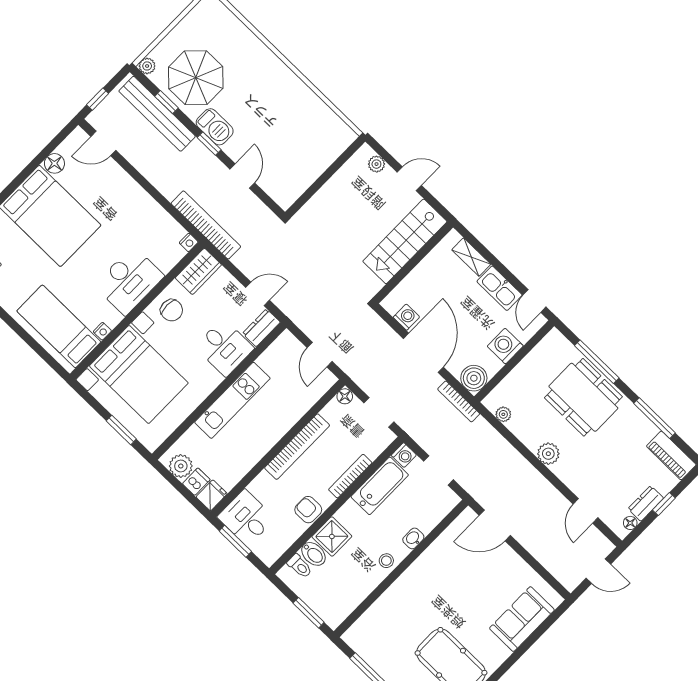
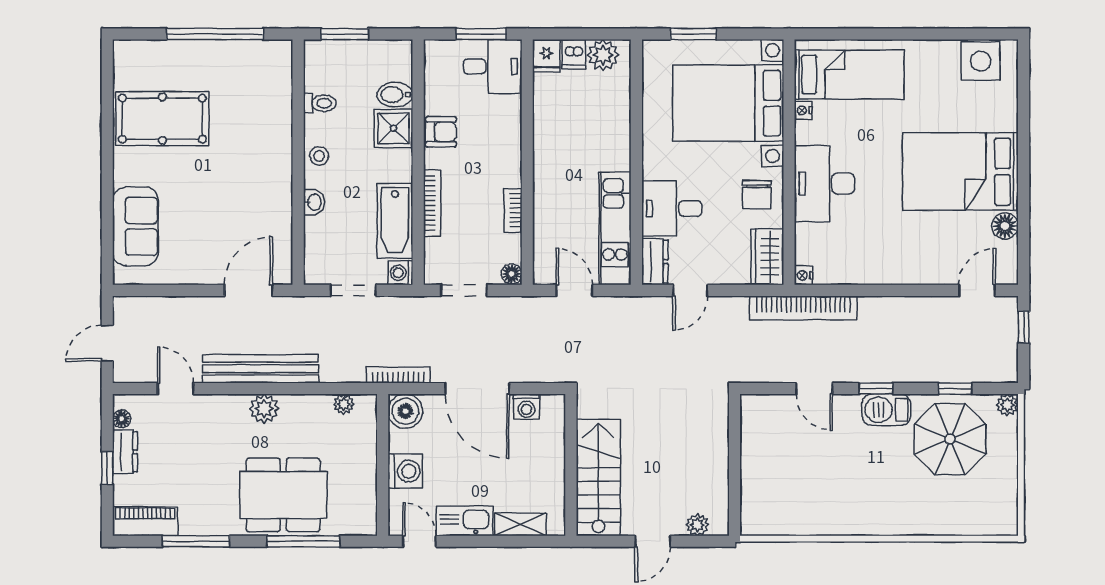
bench: (157, 114) -> (260, 369), moved
chair: (172, 310) -> (757, 195), turned -90
kitchen unit: (232, 400) -> (615, 228), moved
bookcase: (297, 447) -> (513, 210), width x0.43, depth x0.76
toilet: (300, 566) -> (320, 103), moved, turned 180

